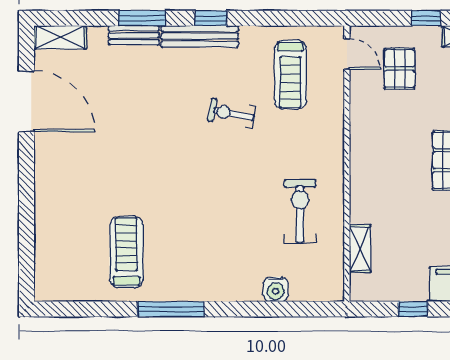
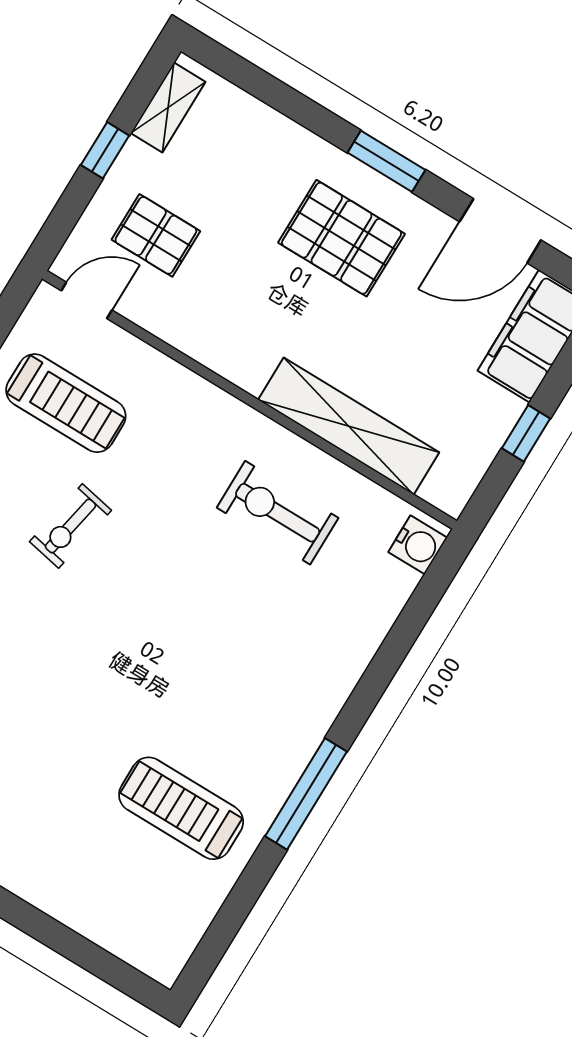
shelving: (360, 249) -> (349, 426), width x2.20, depth x1.33
water cooler: (276, 289) -> (418, 545), moved

